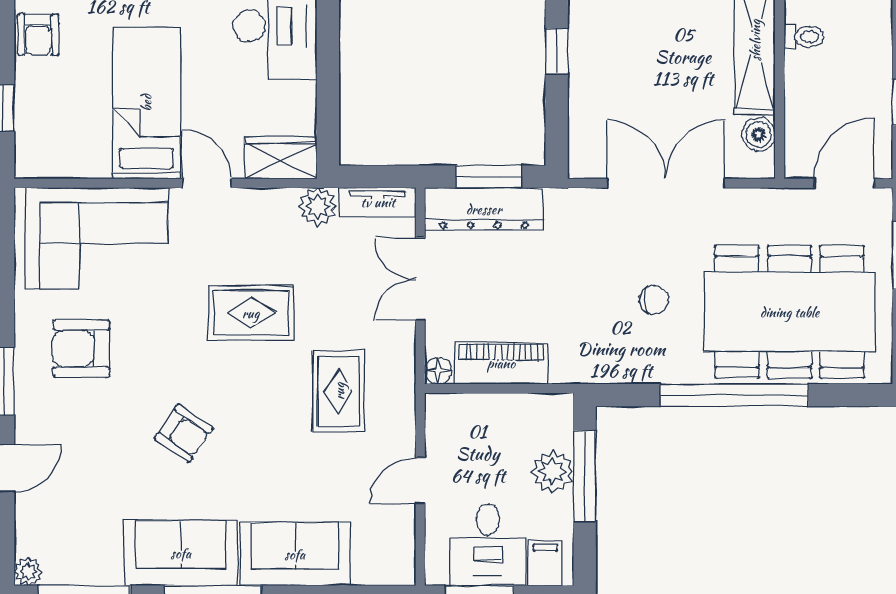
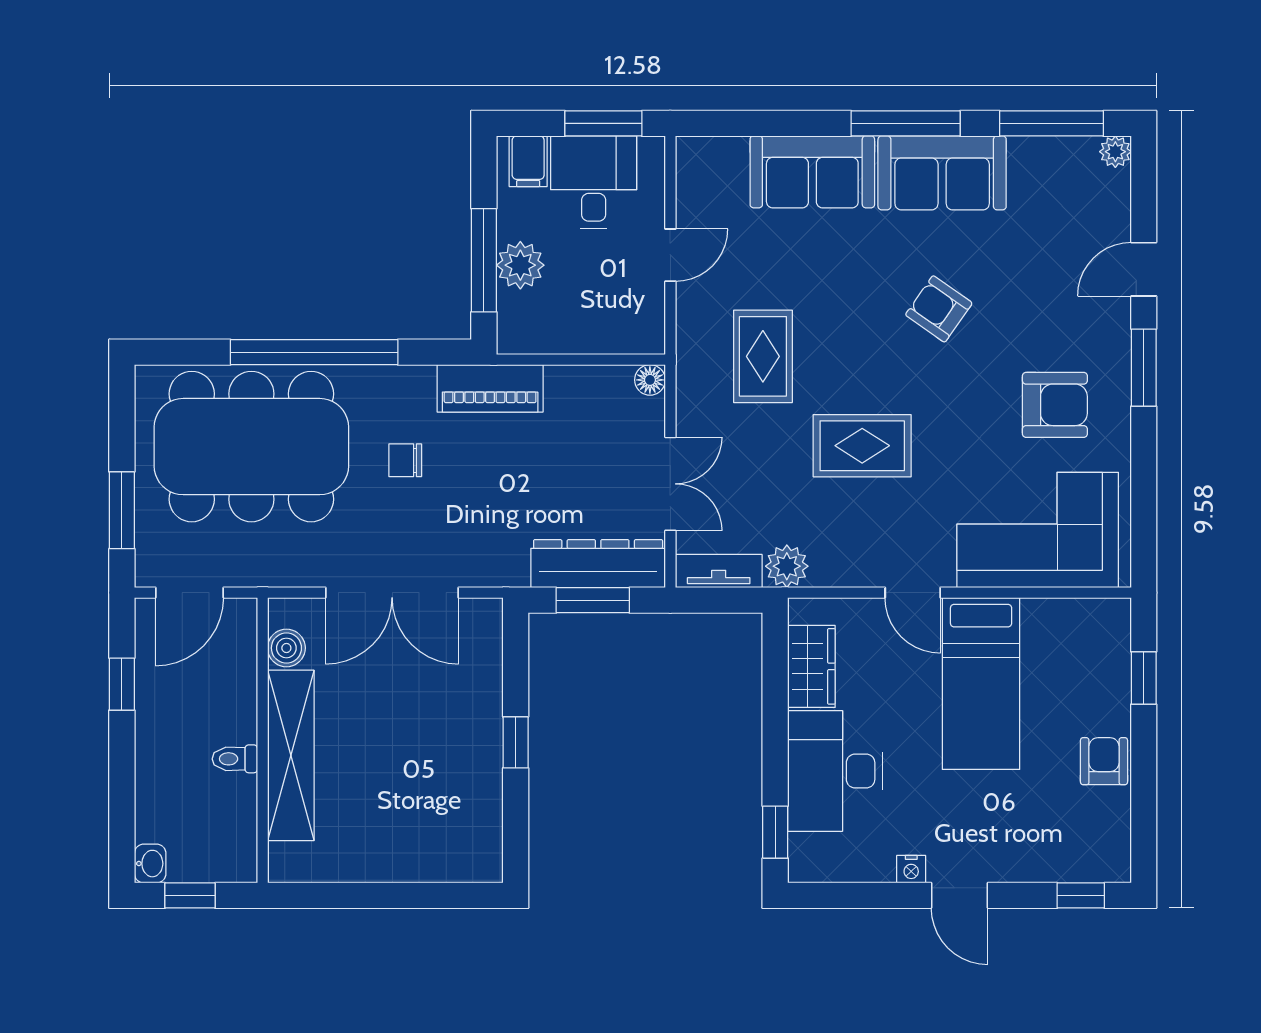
wardrobe: (281, 158) -> (811, 666), moved, turned -90
piano: (501, 363) -> (490, 388), moved

